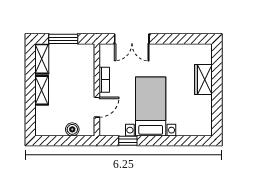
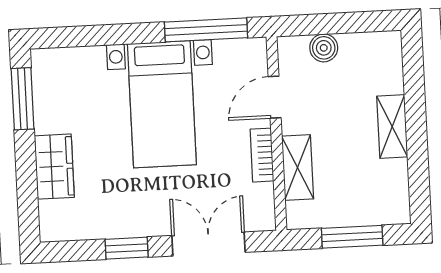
window: (171, 39) -> (127, 248), added
shelving: (42, 59) -> (298, 168), moved
window: (217, 112) -> (23, 99), added
window: (128, 141) -> (206, 30), width x2.17

